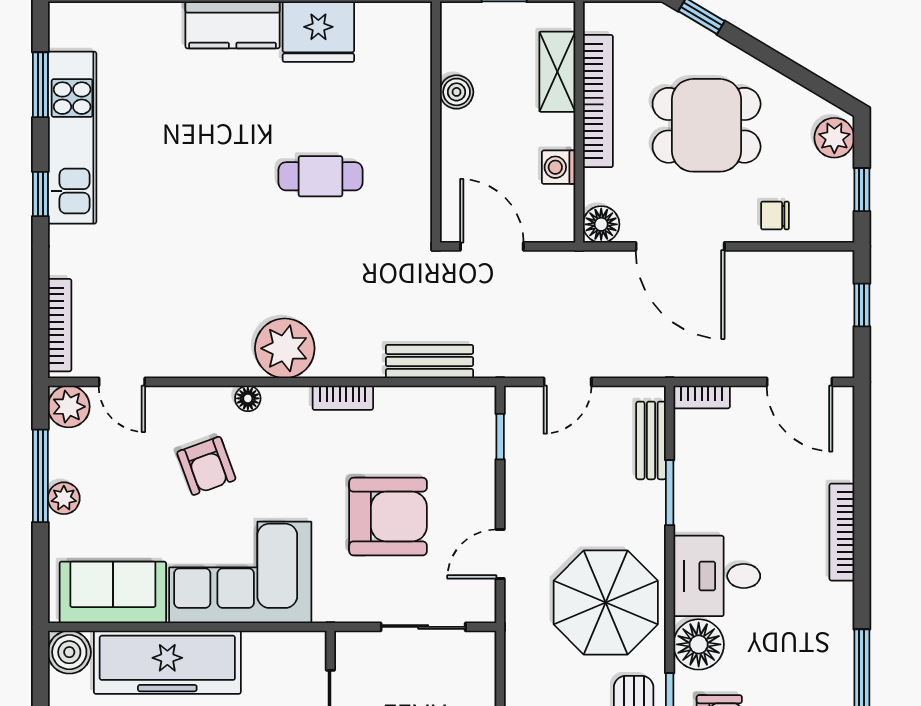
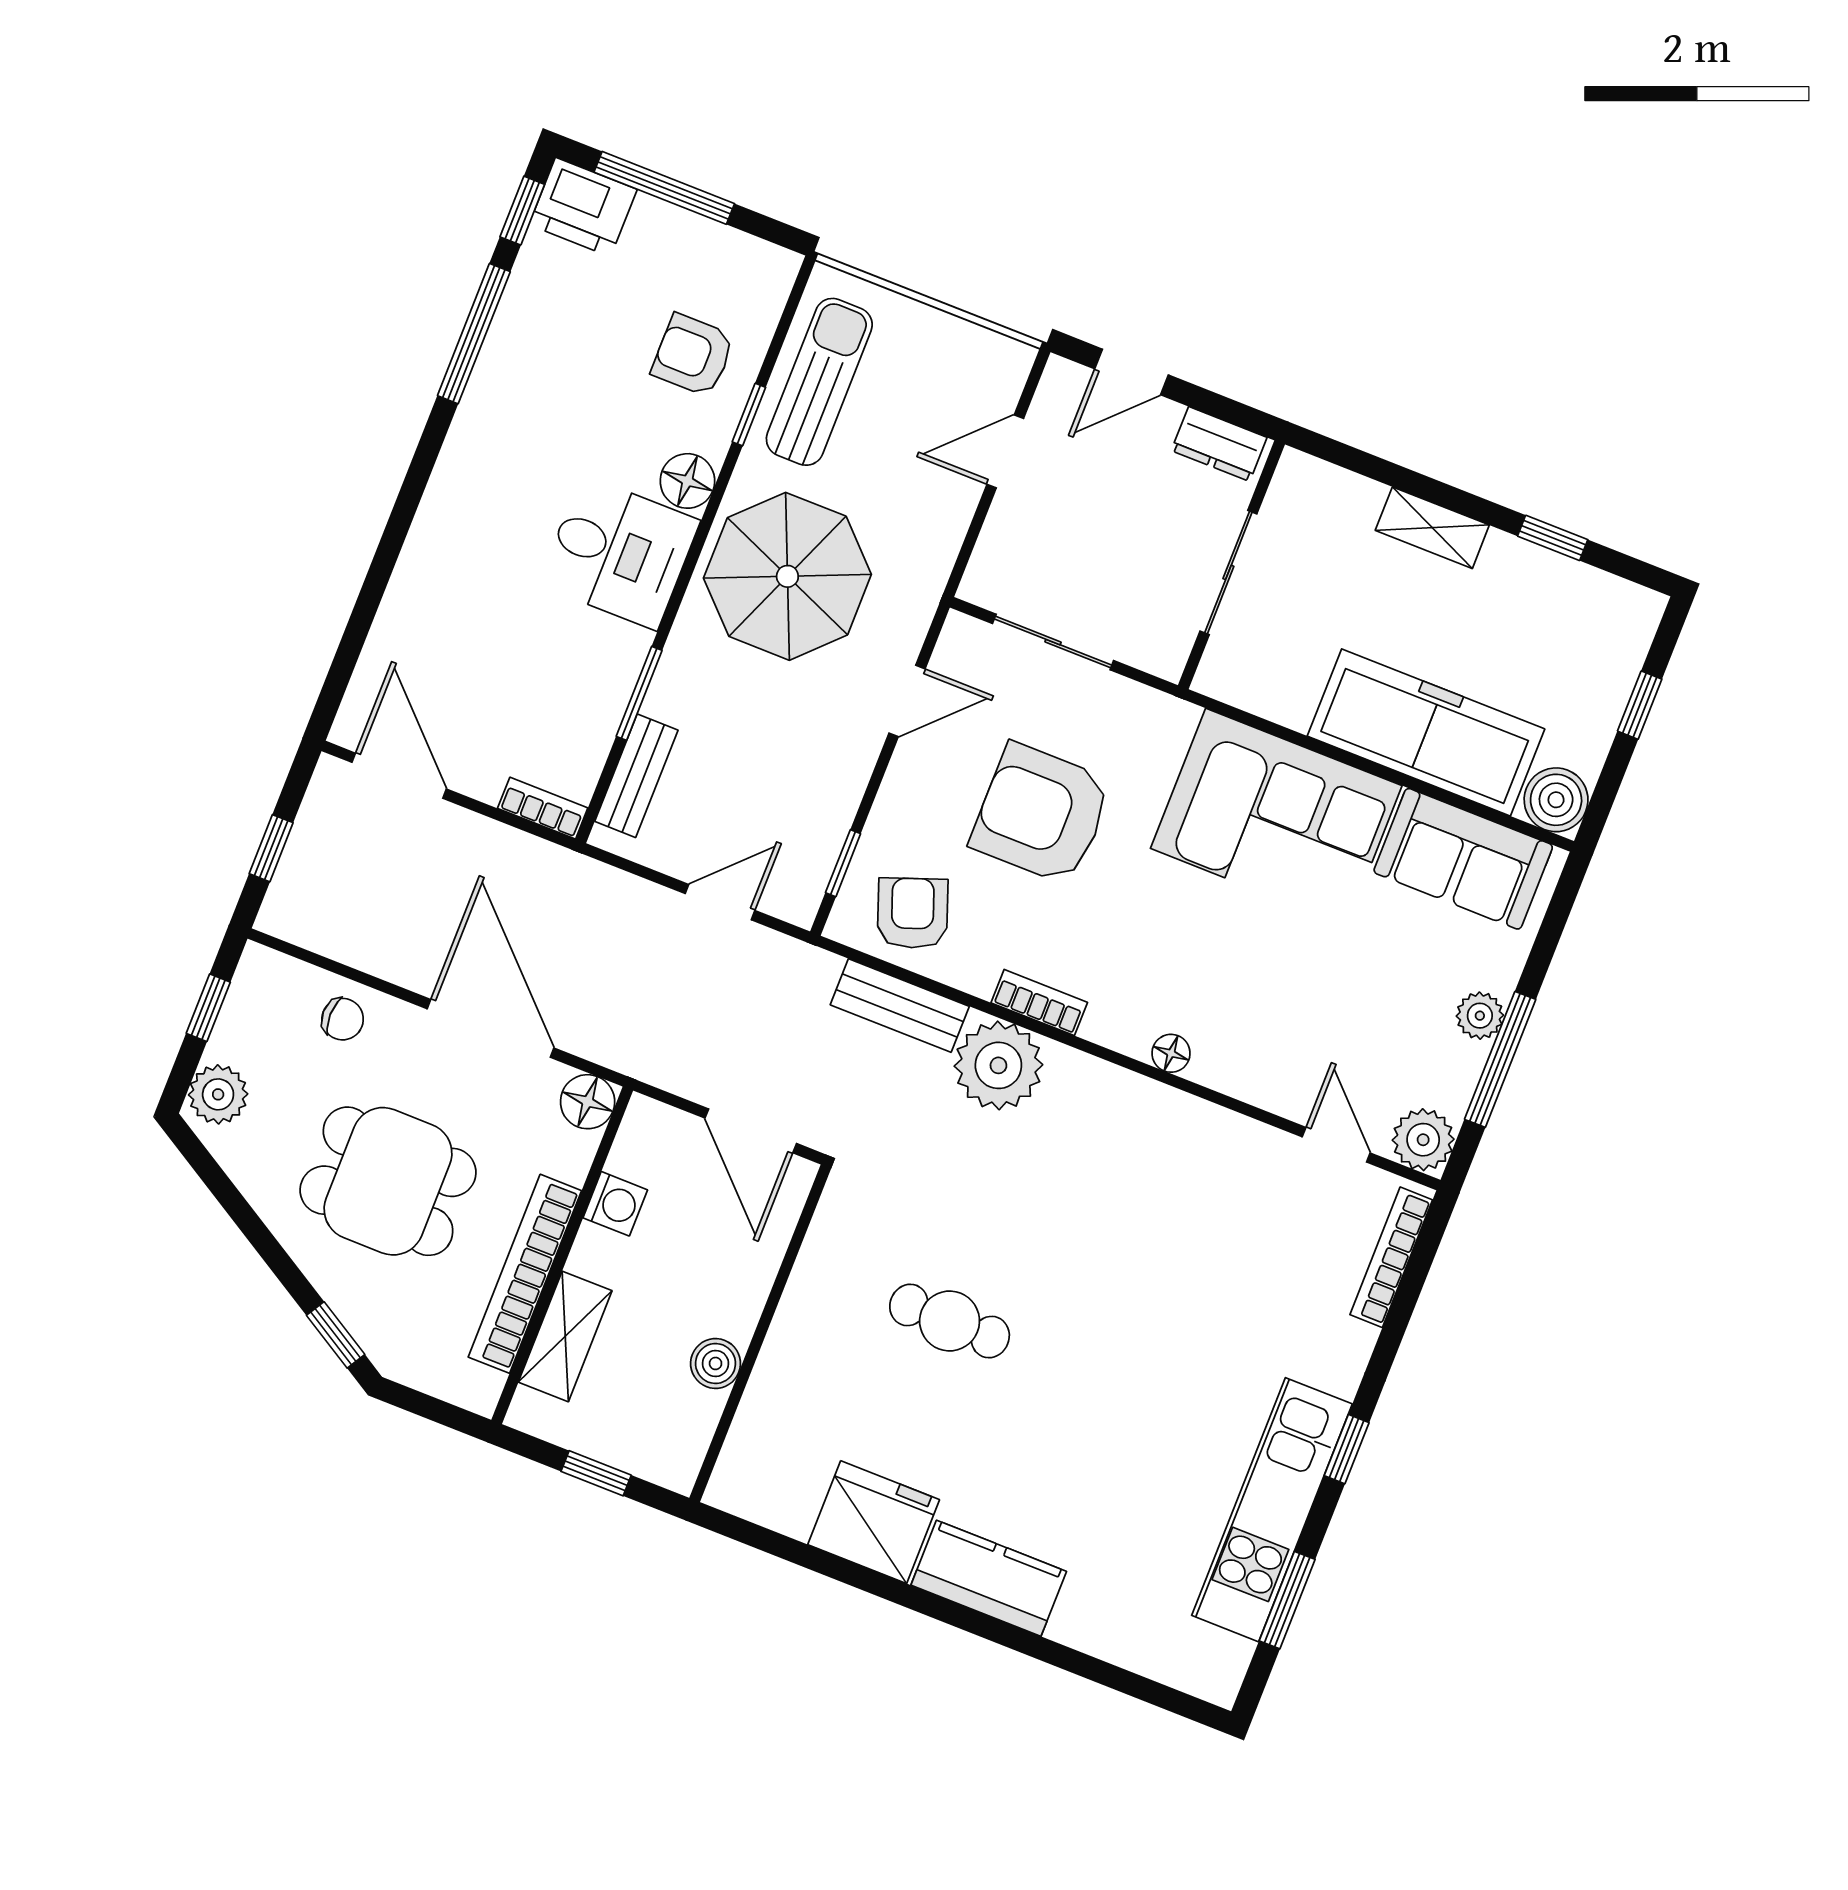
plant: (285, 348) -> (998, 1065), moved
armchair: (206, 466) -> (913, 913), moved
bookcase: (842, 532) -> (422, 545), removed
floor lamp: (699, 644) -> (687, 481), width x0.73, depth x0.73

